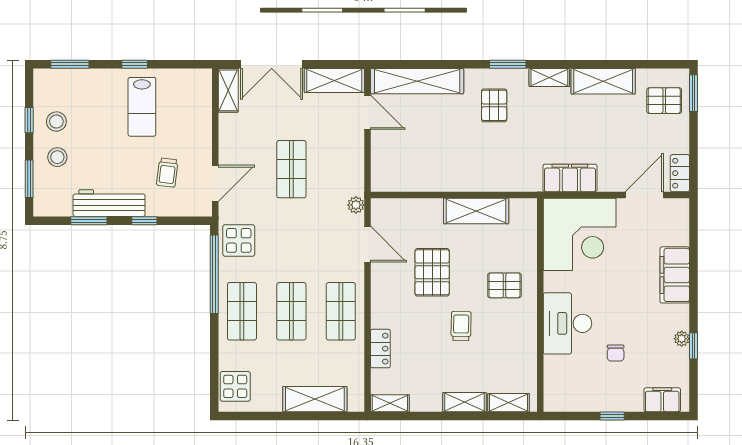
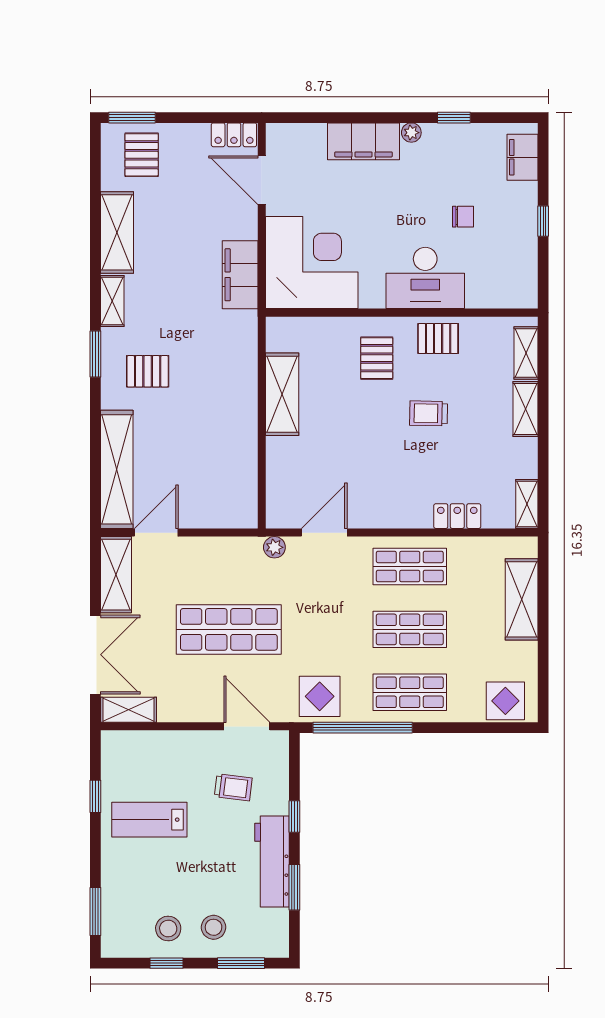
window: (135, 64) -> (95, 796), moved
lab bench: (142, 107) -> (149, 820), turned 180
shop shelf: (291, 169) -> (229, 629), width x1.43, depth x1.36
pallet: (432, 272) -> (438, 338), moved, width x0.67, depth x0.71
plant: (682, 339) -> (411, 133), moved

